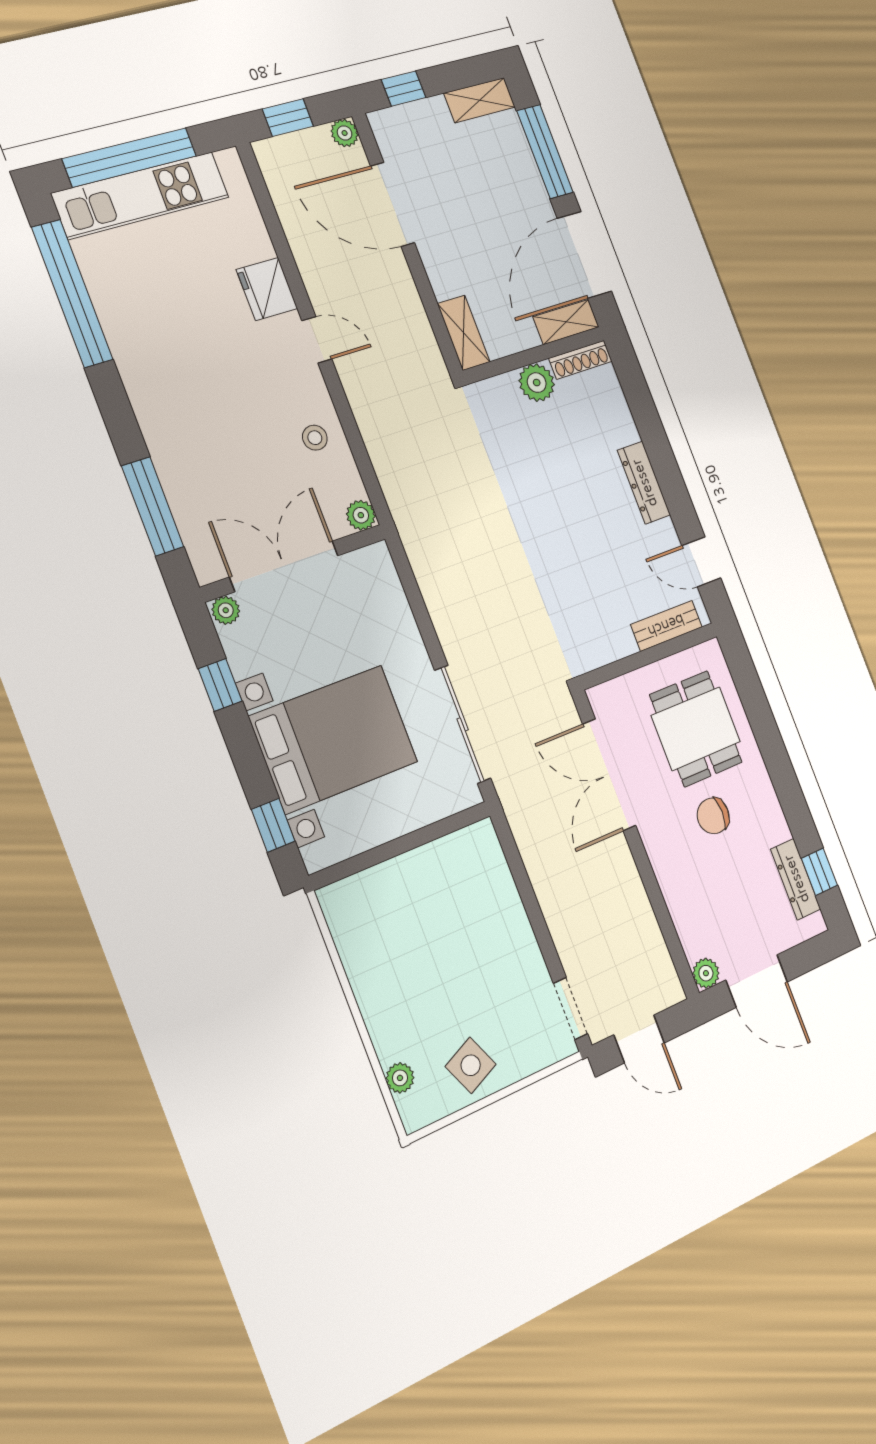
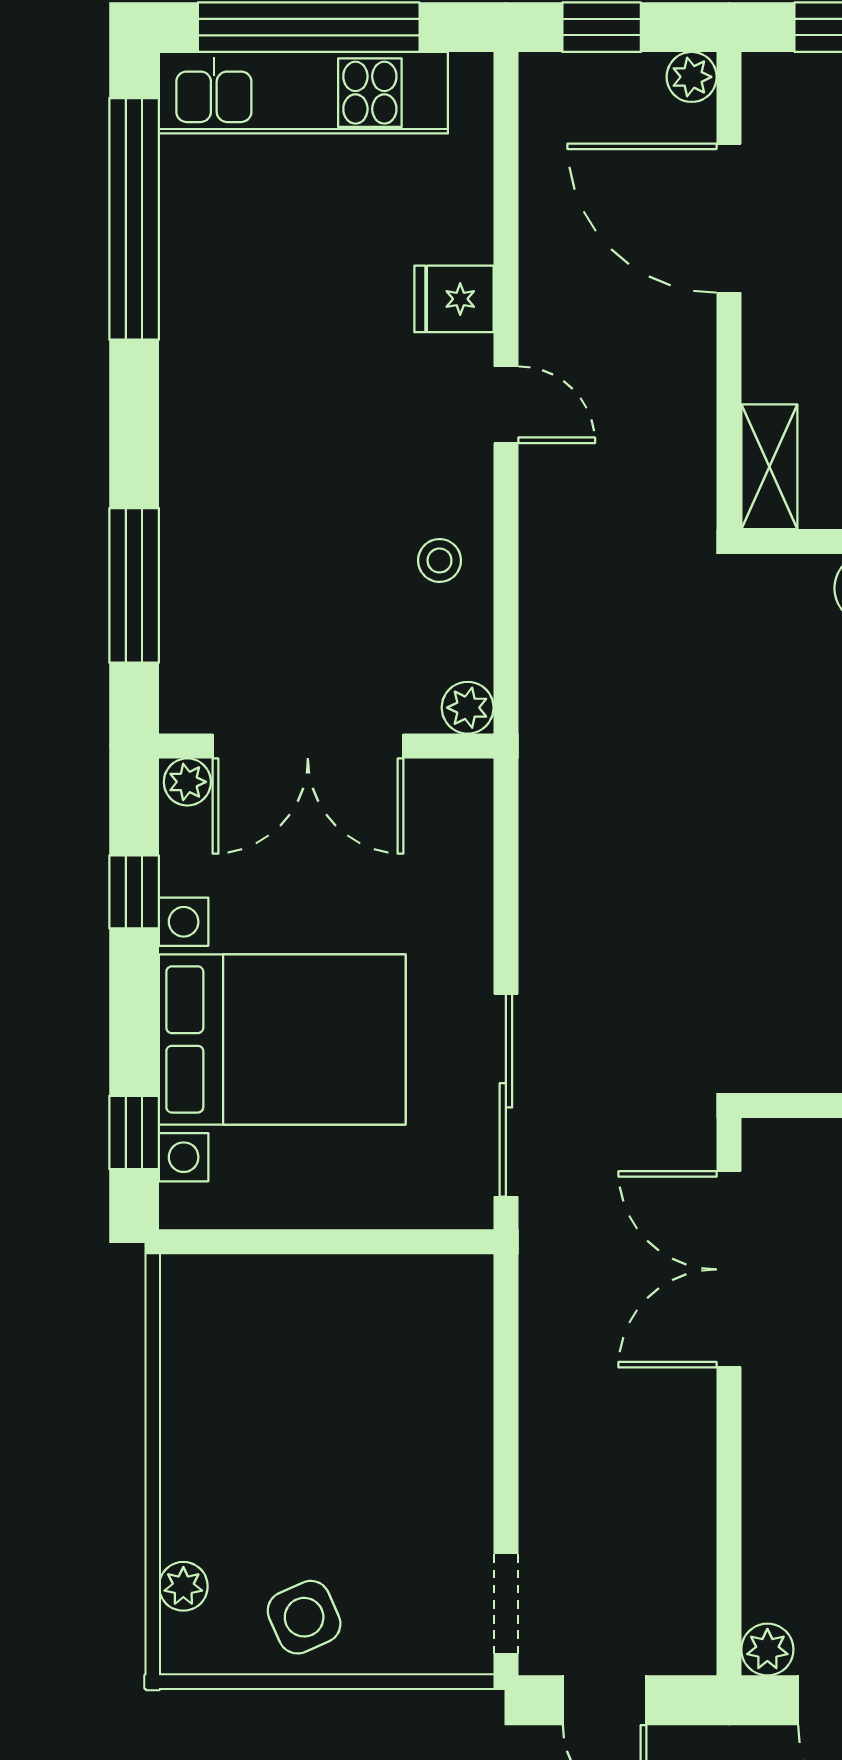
fridge: (267, 289) -> (454, 299), width x0.72
double door: (284, 566) -> (308, 746), swing flipped

